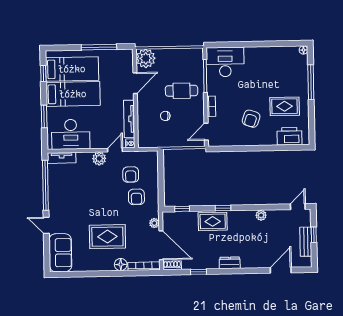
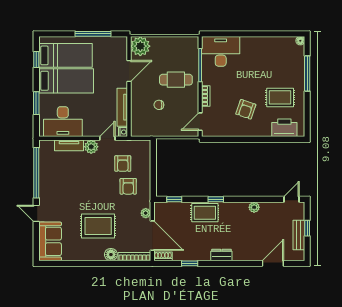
tv unit: (62, 158) -> (69, 145), moved

